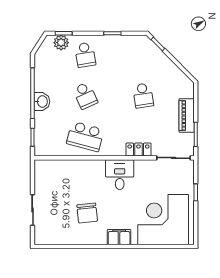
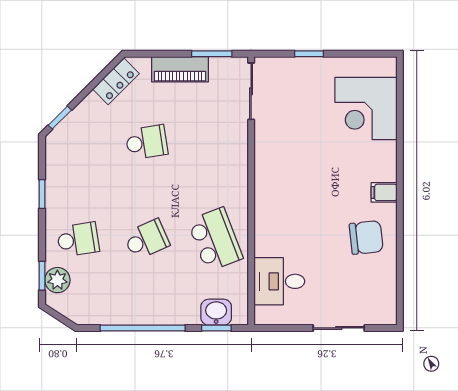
washbasin: (42, 102) -> (216, 312), moved
school desk: (85, 136) -> (215, 239), turned -36
locker: (138, 150) -> (116, 81), moved, turned -135
desk: (120, 175) -> (279, 281), moved
chair: (87, 213) -> (366, 237), moved
corner desk: (163, 220) -> (366, 109), width x0.74, depth x0.74
filing cabinet: (119, 237) -> (384, 192), width x0.50

